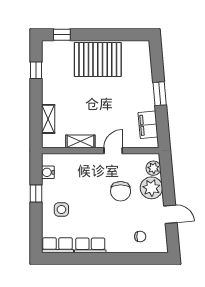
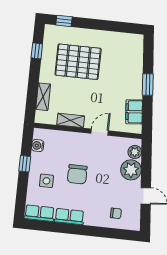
pallet: (98, 60) -> (78, 62), moved
chair: (121, 191) -> (77, 174), moved

